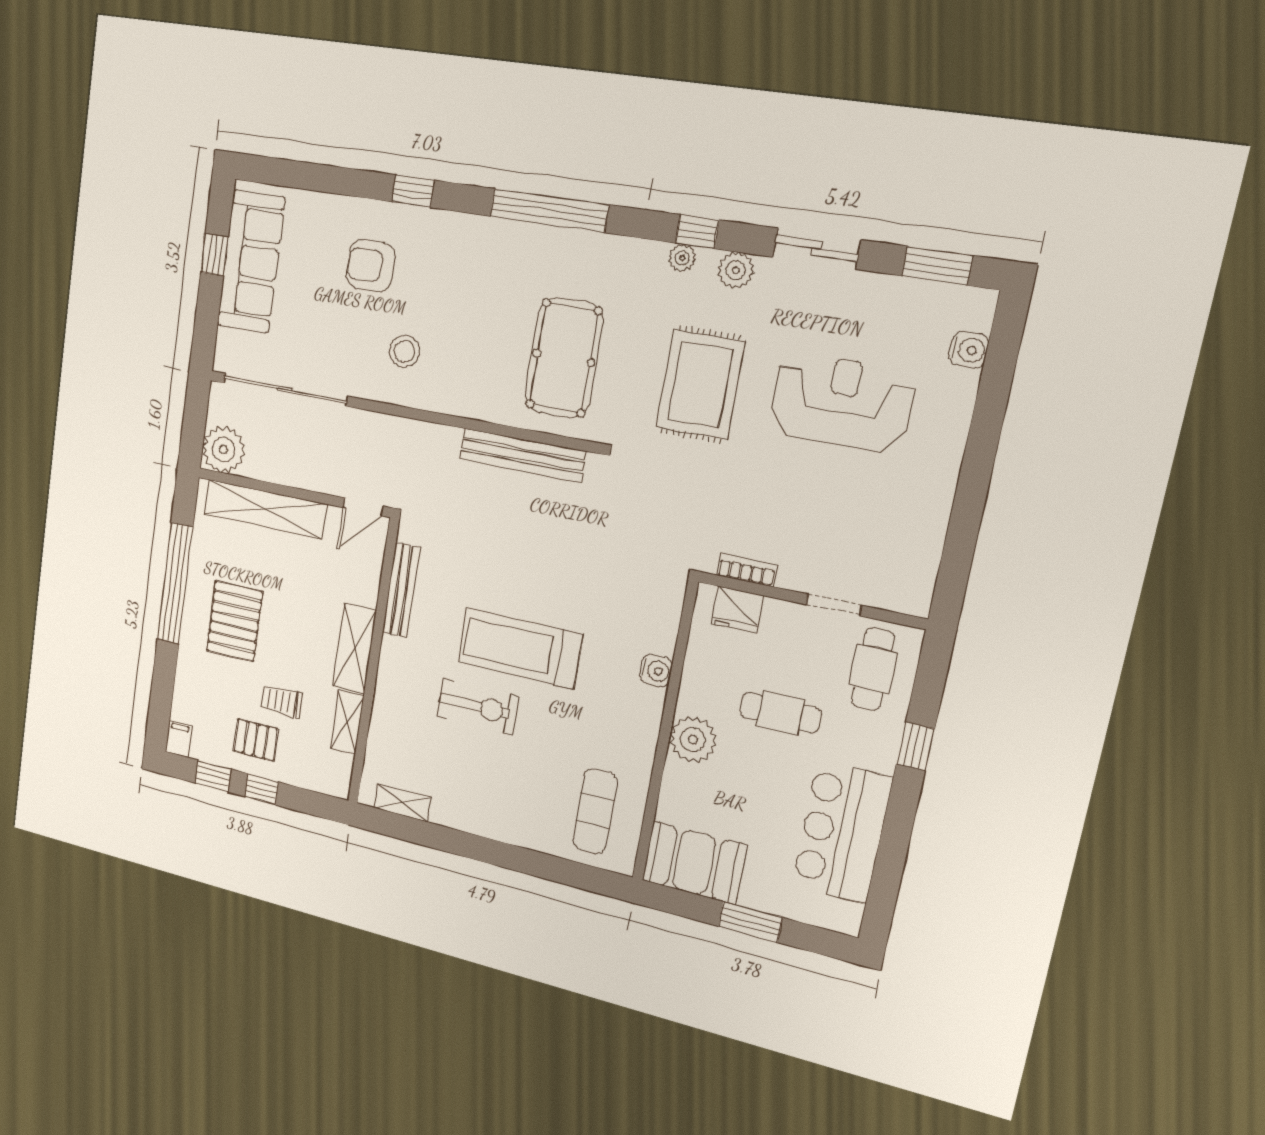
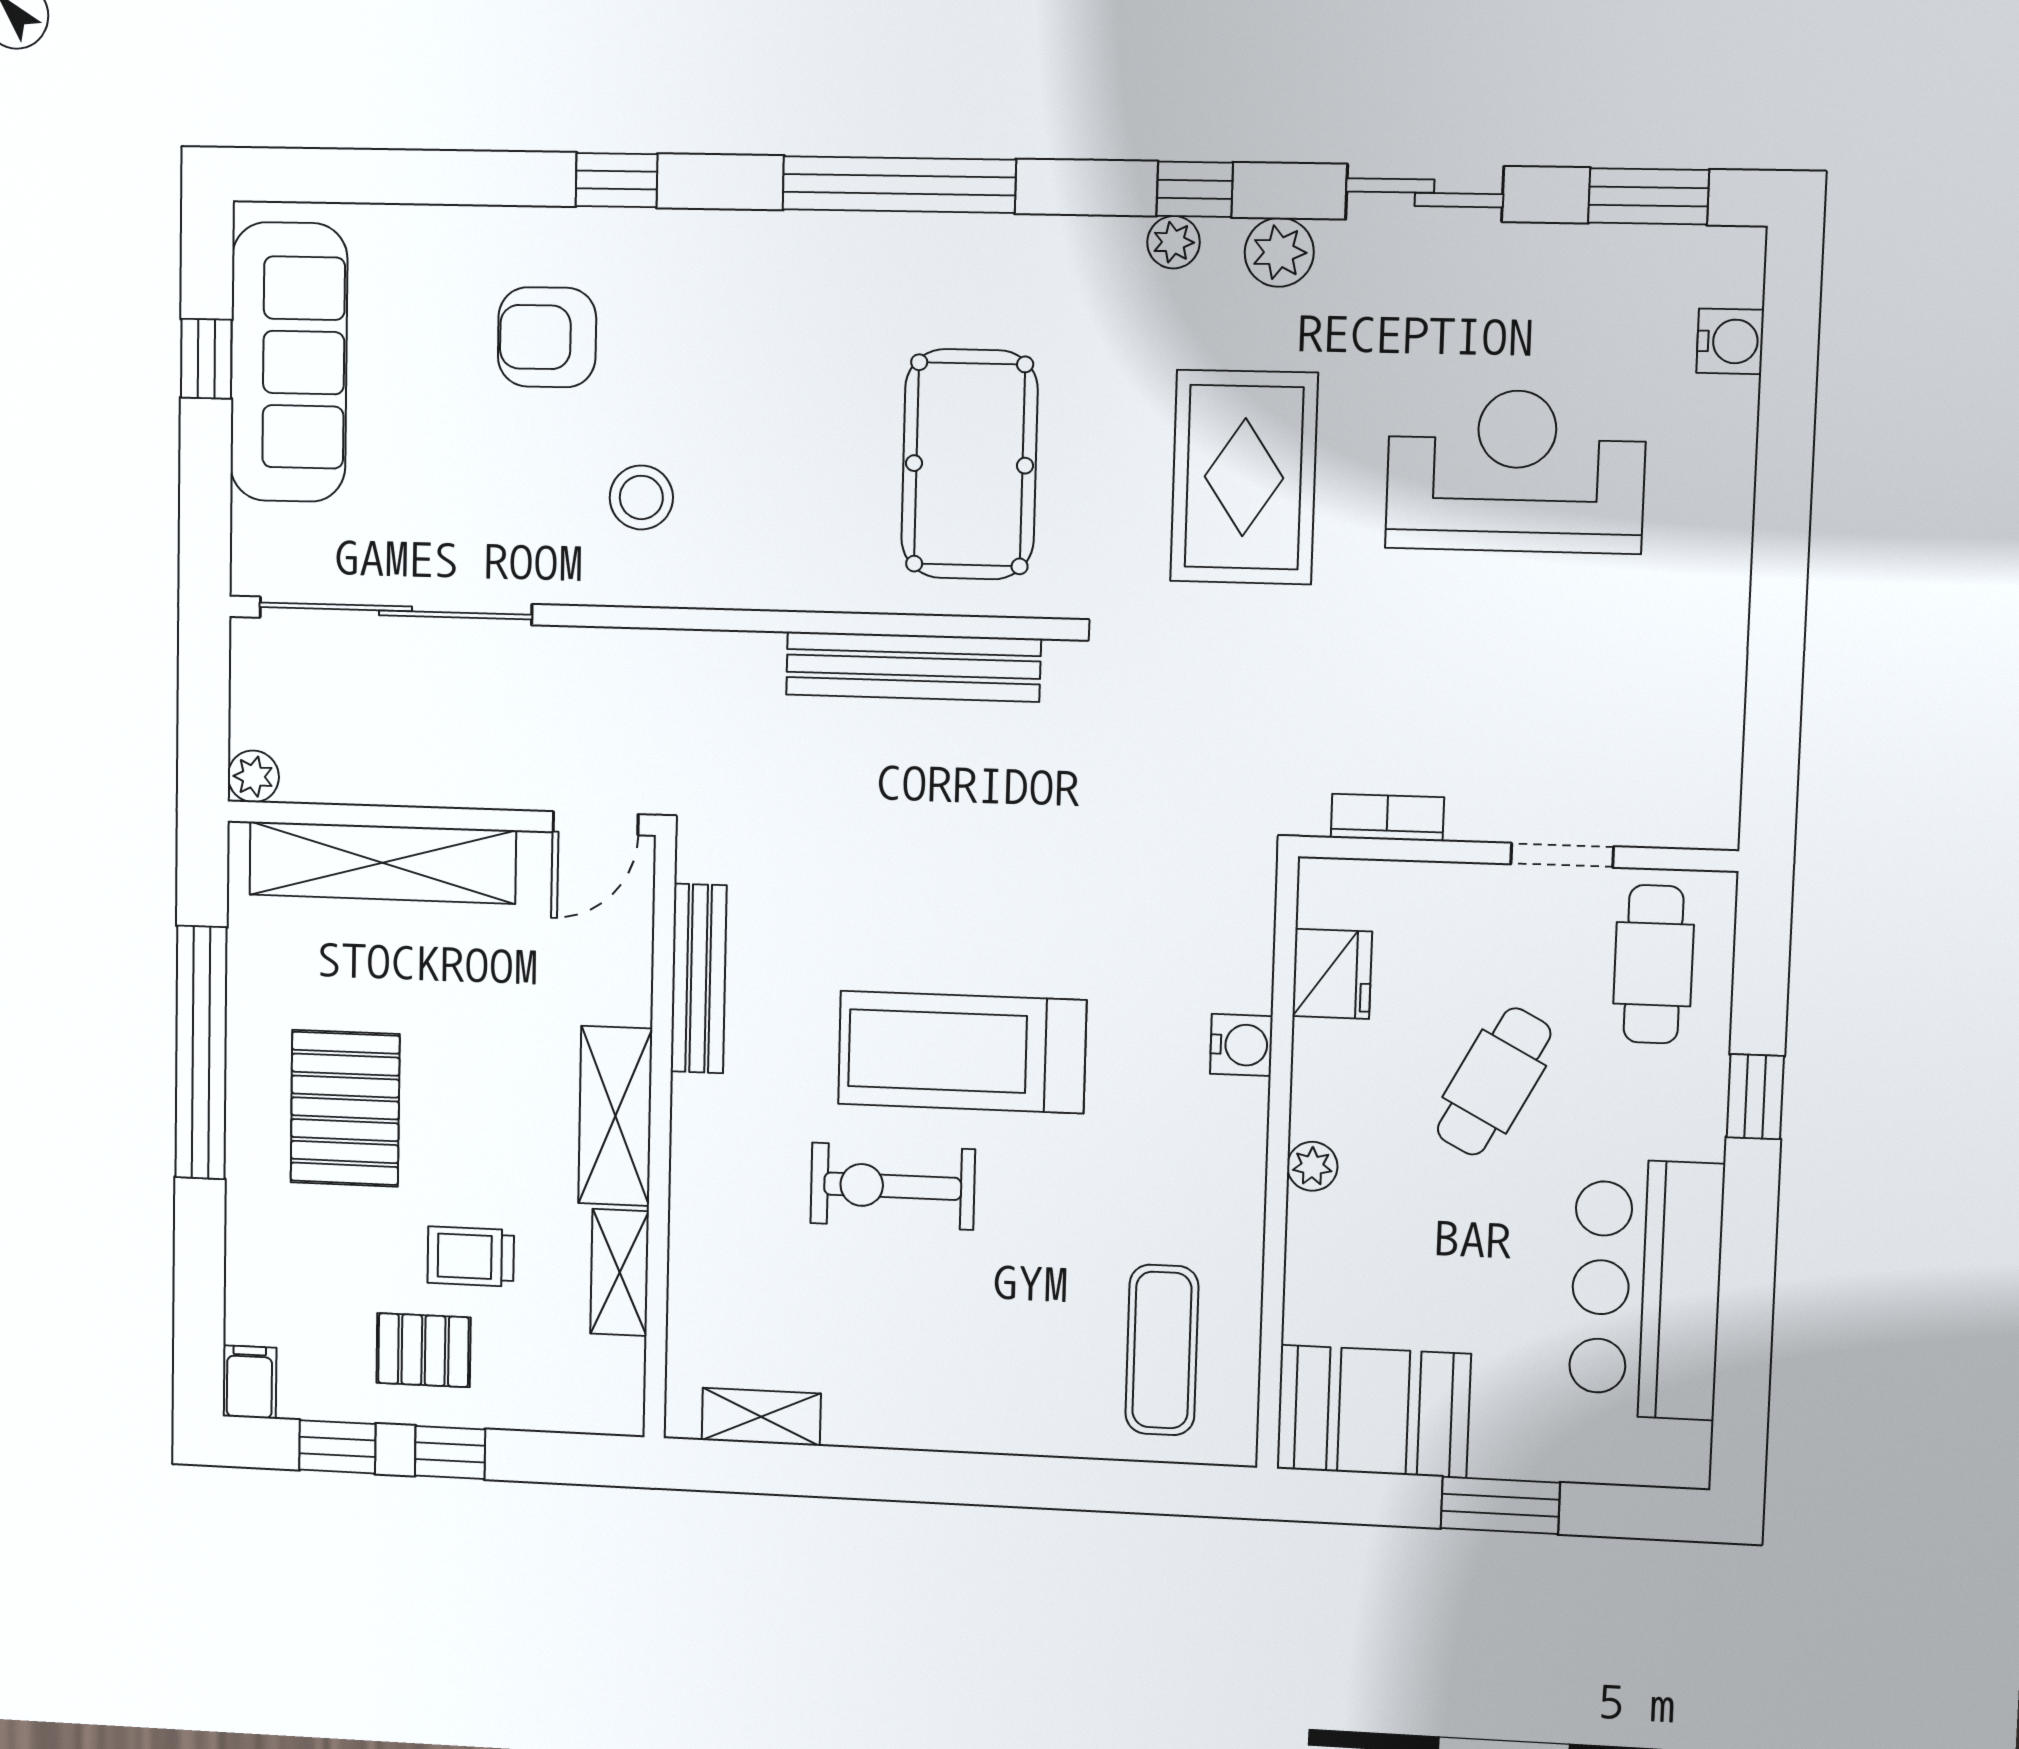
plant: (223, 450) -> (253, 776), width x0.53, depth x0.53
fridge: (737, 610) -> (1332, 974), moved, turned -90
exercise bike: (478, 707) -> (893, 1186), turned 180
cafe table: (780, 713) -> (1494, 1082), turned -62
plant: (693, 740) -> (1312, 1166), width x0.53, depth x0.53

